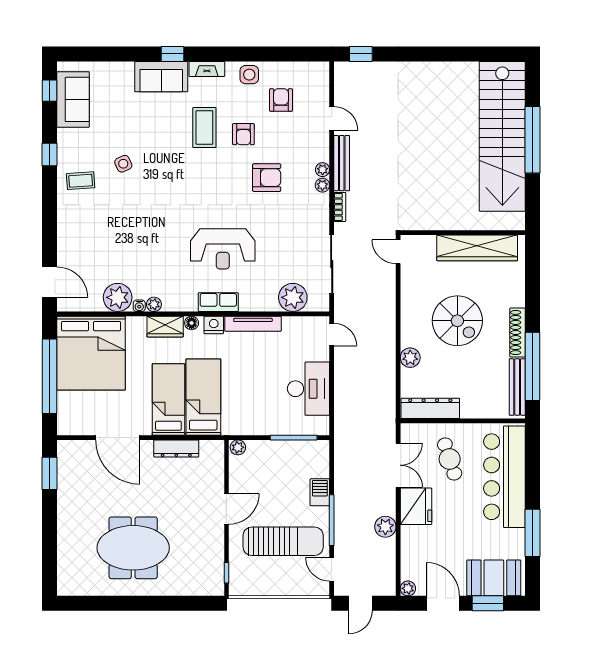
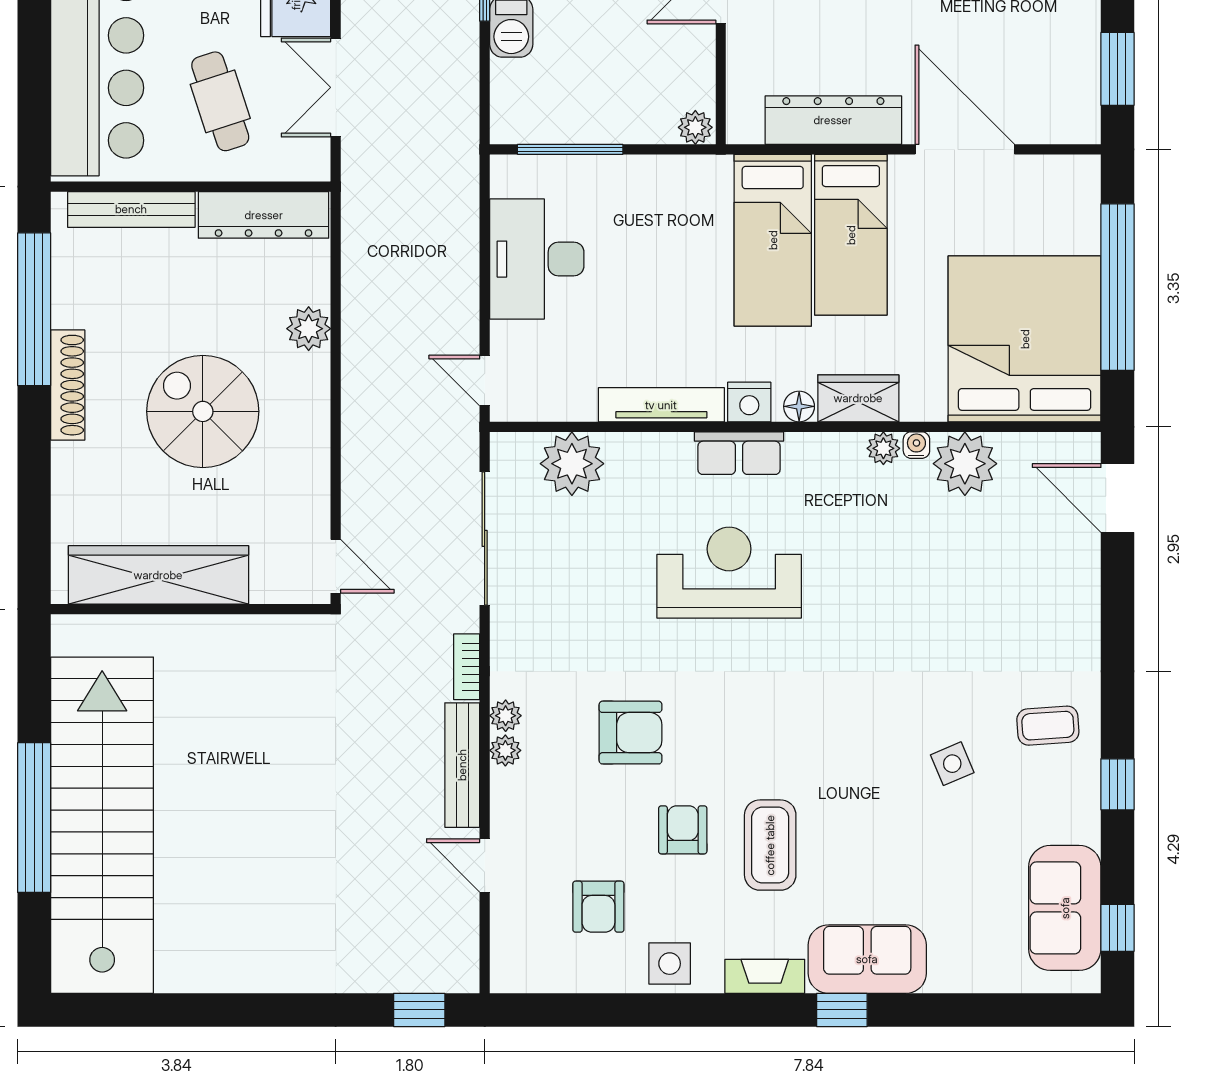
armchair: (267, 178) -> (631, 733), turned 180
bench: (517, 387) -> (131, 209), moved, turned 90
dresser: (176, 449) -> (833, 120), width x1.37, depth x1.24

